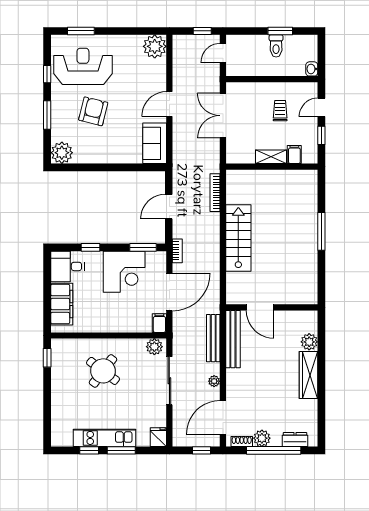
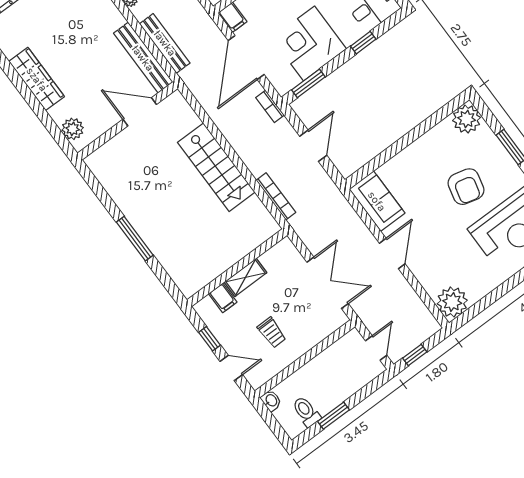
toilet: (276, 46) -> (306, 412), moved
door: (321, 107) -> (231, 368), hinge flipped
plant: (309, 342) -> (73, 129), moved

